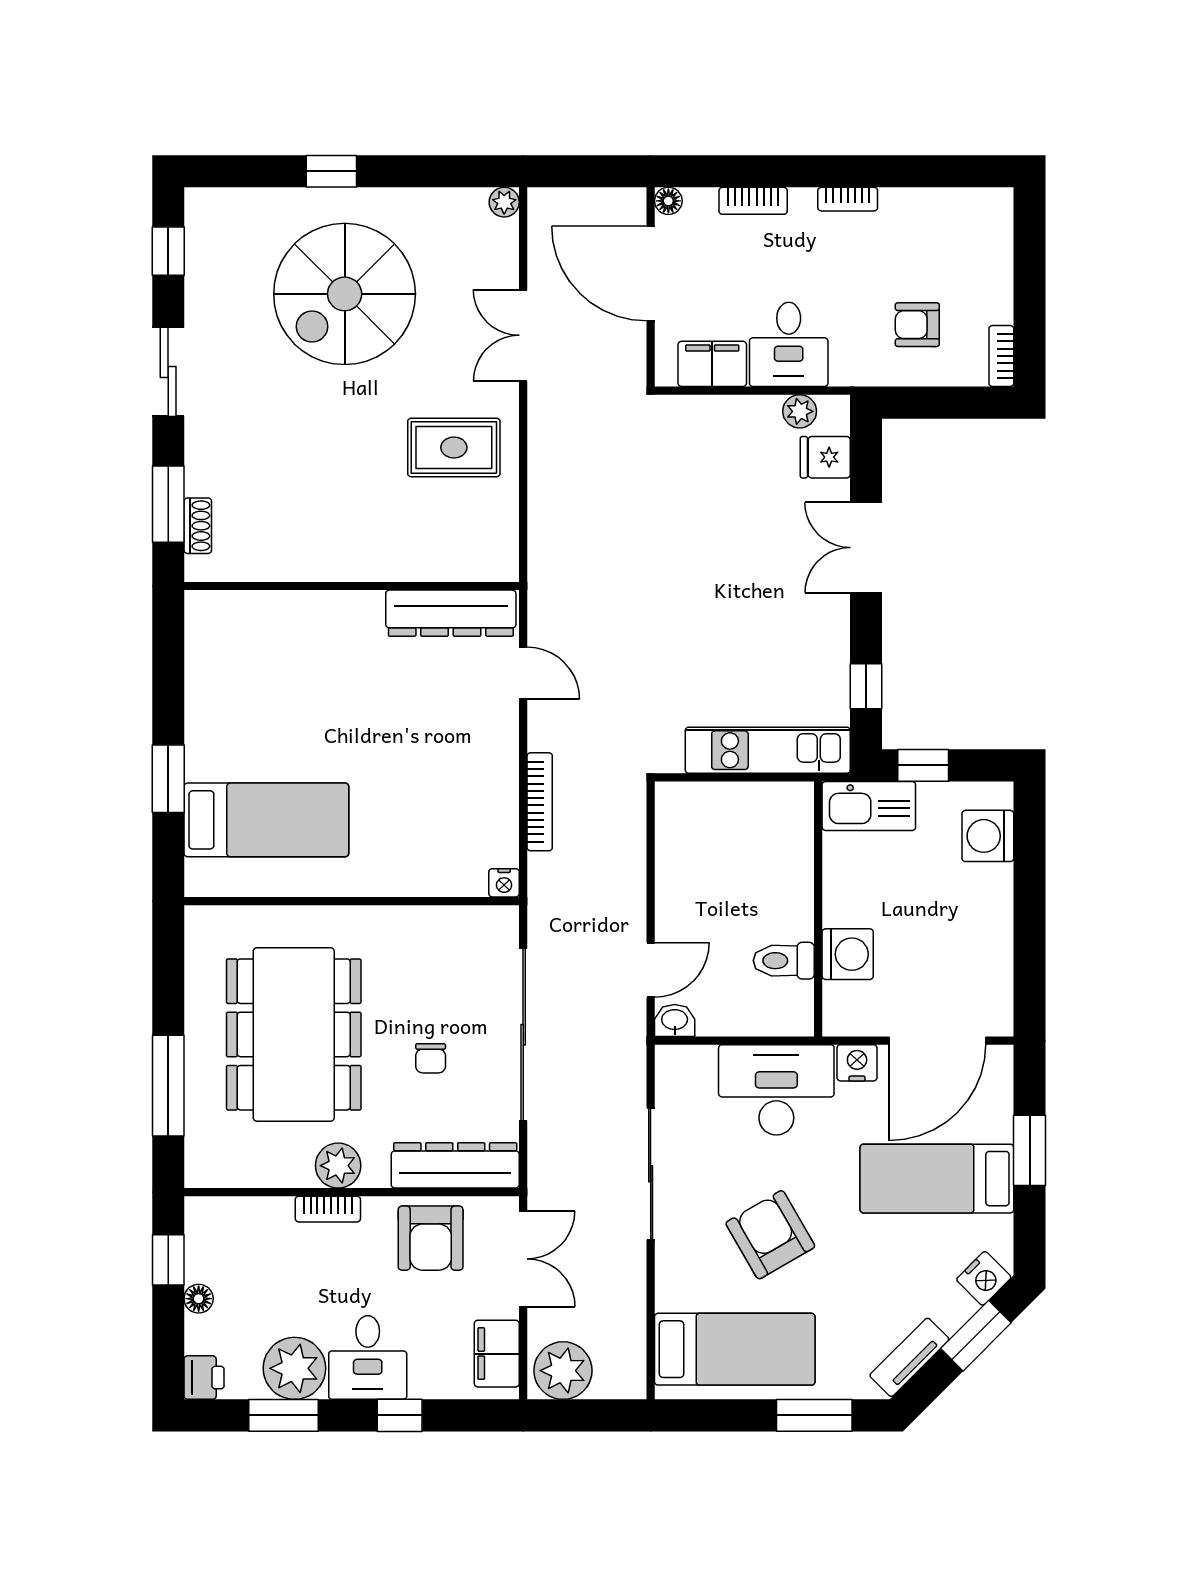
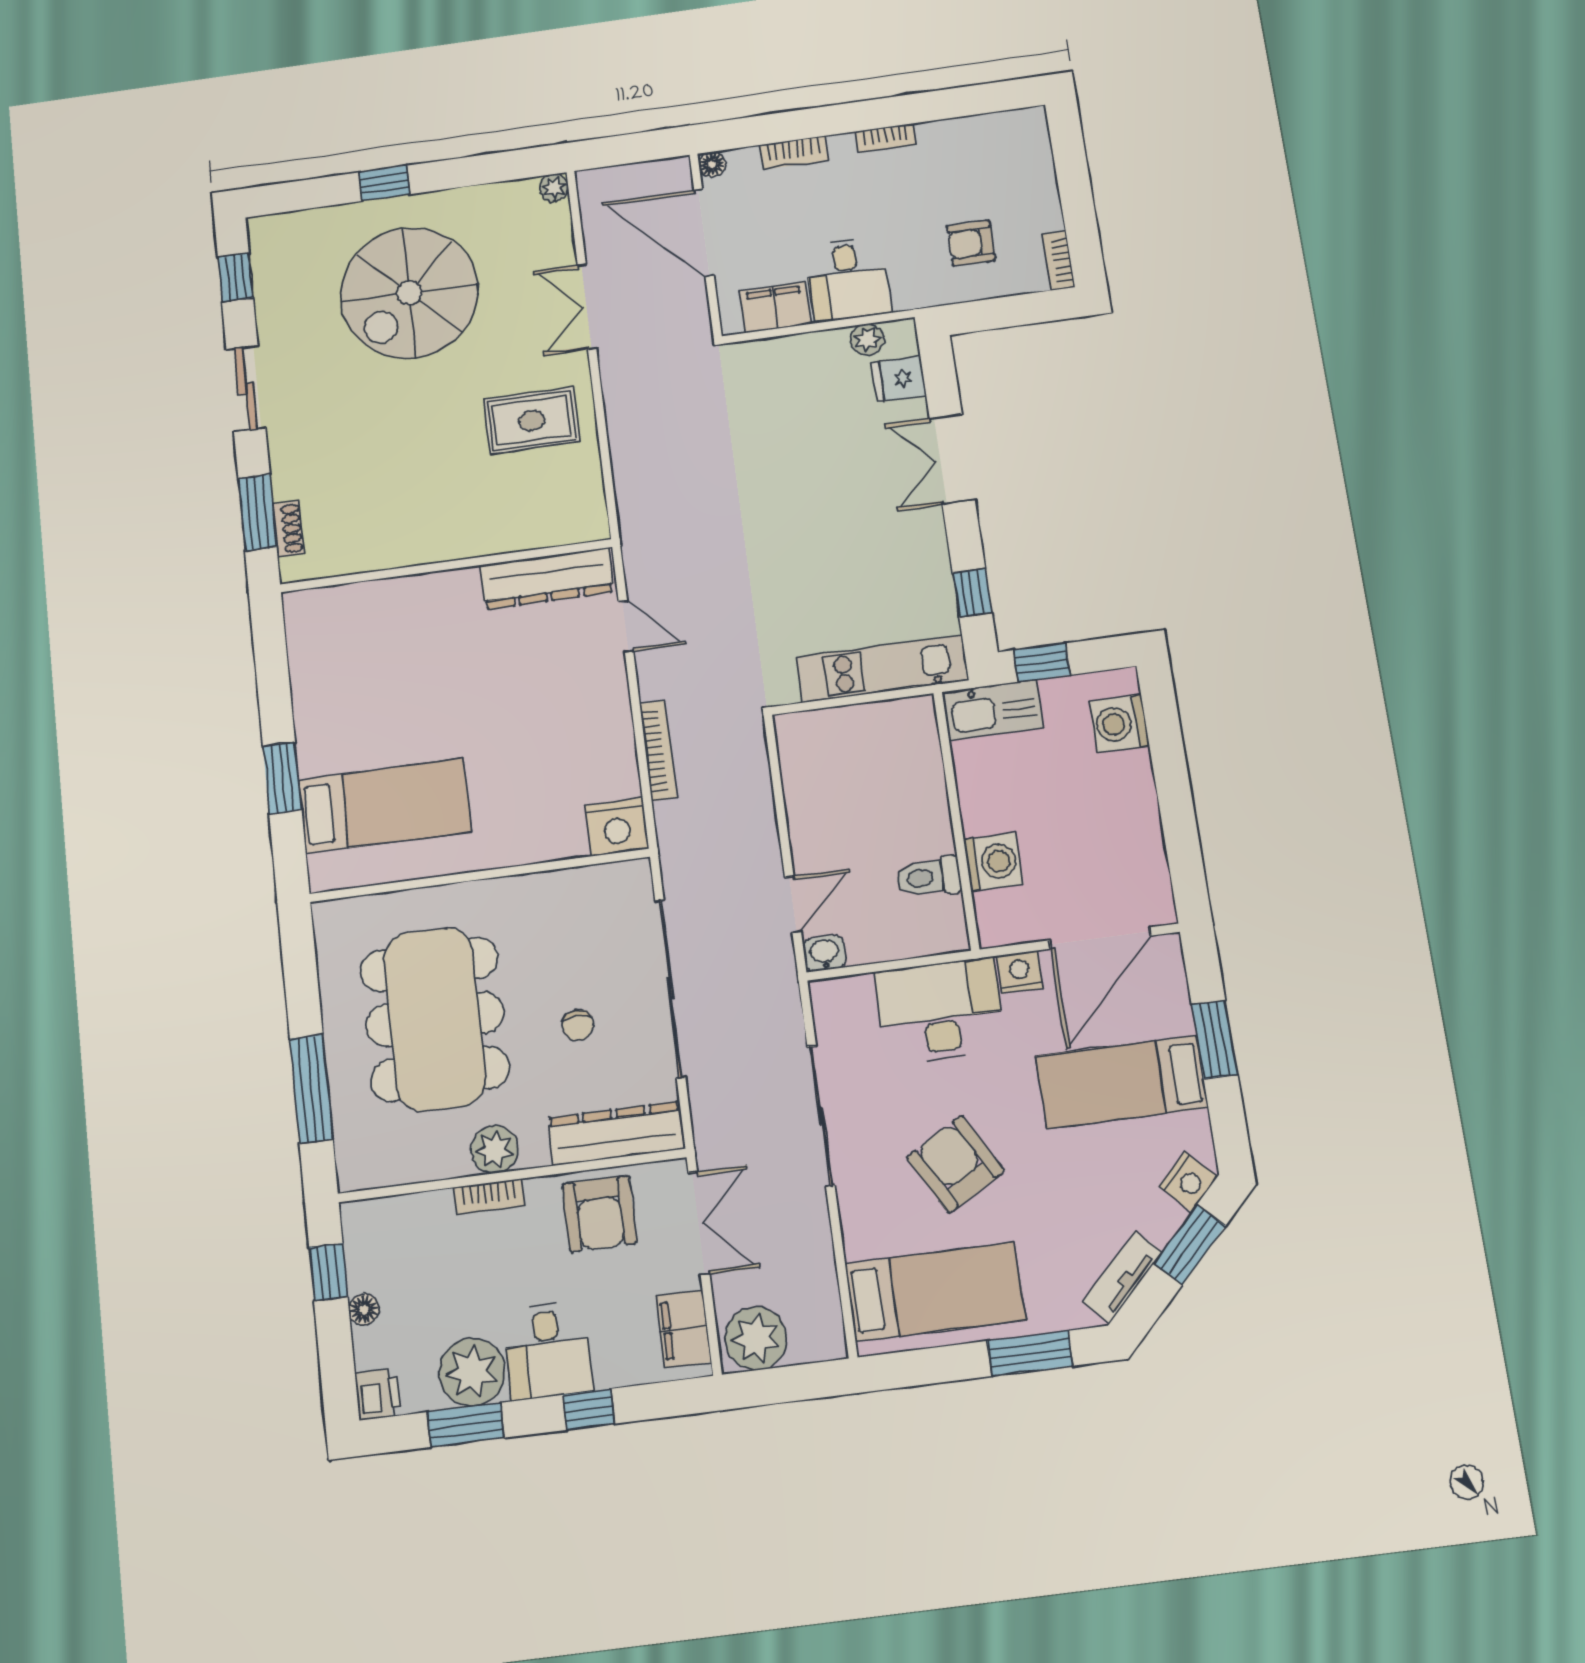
nightstand: (504, 883) -> (617, 827), width x1.89, depth x1.79

